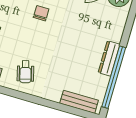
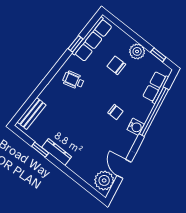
window: (114, 77) -> (40, 150), width x0.32

